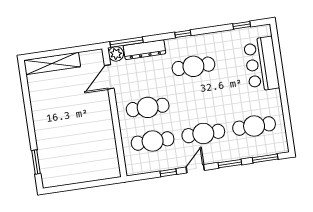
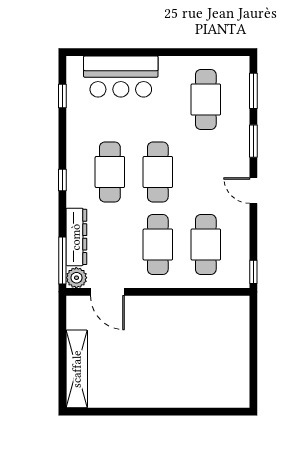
cafe table: (203, 134) -> (158, 172), moved
window: (36, 162) -> (211, 412), removed
window: (168, 173) -> (253, 272), moved

